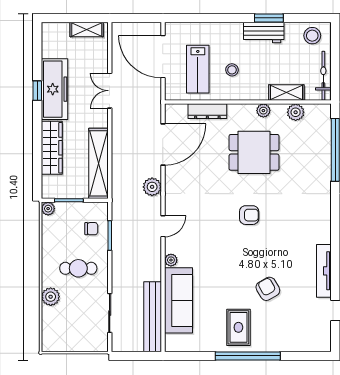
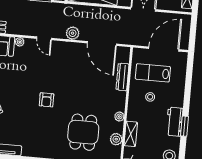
dining table: (254, 152) -> (83, 132), moved

